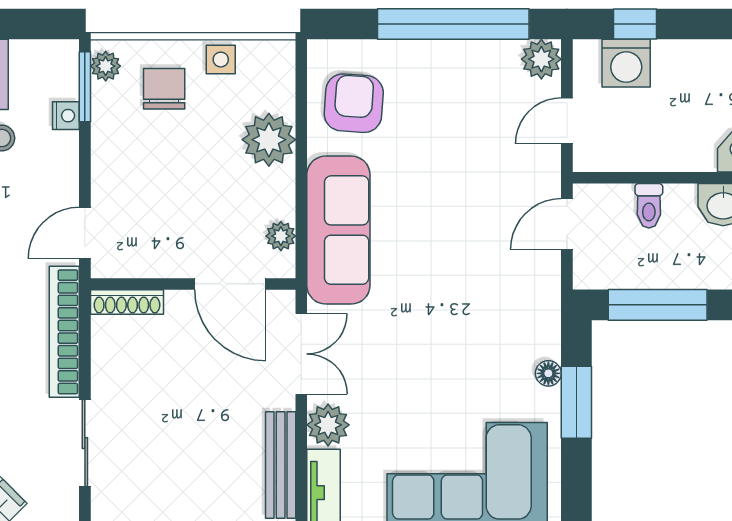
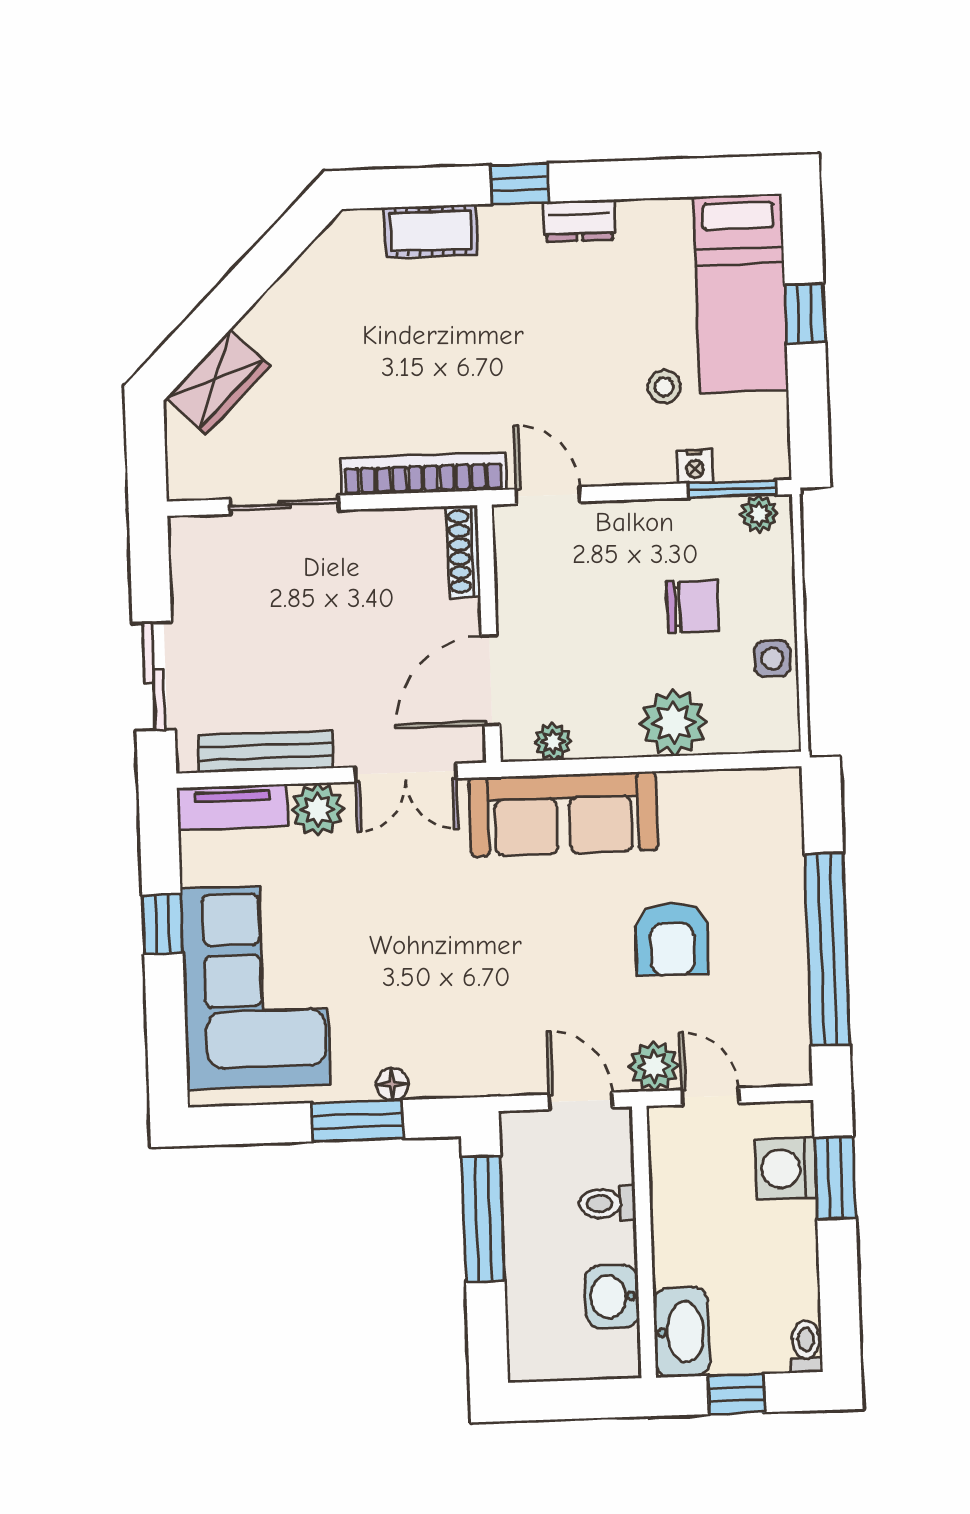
window: (635, 24) -> (835, 1178), width x1.50
plant: (541, 59) -> (654, 1066), moved
chair: (164, 89) -> (693, 606), moved
armchair: (354, 103) -> (672, 939), moved, turned 86

